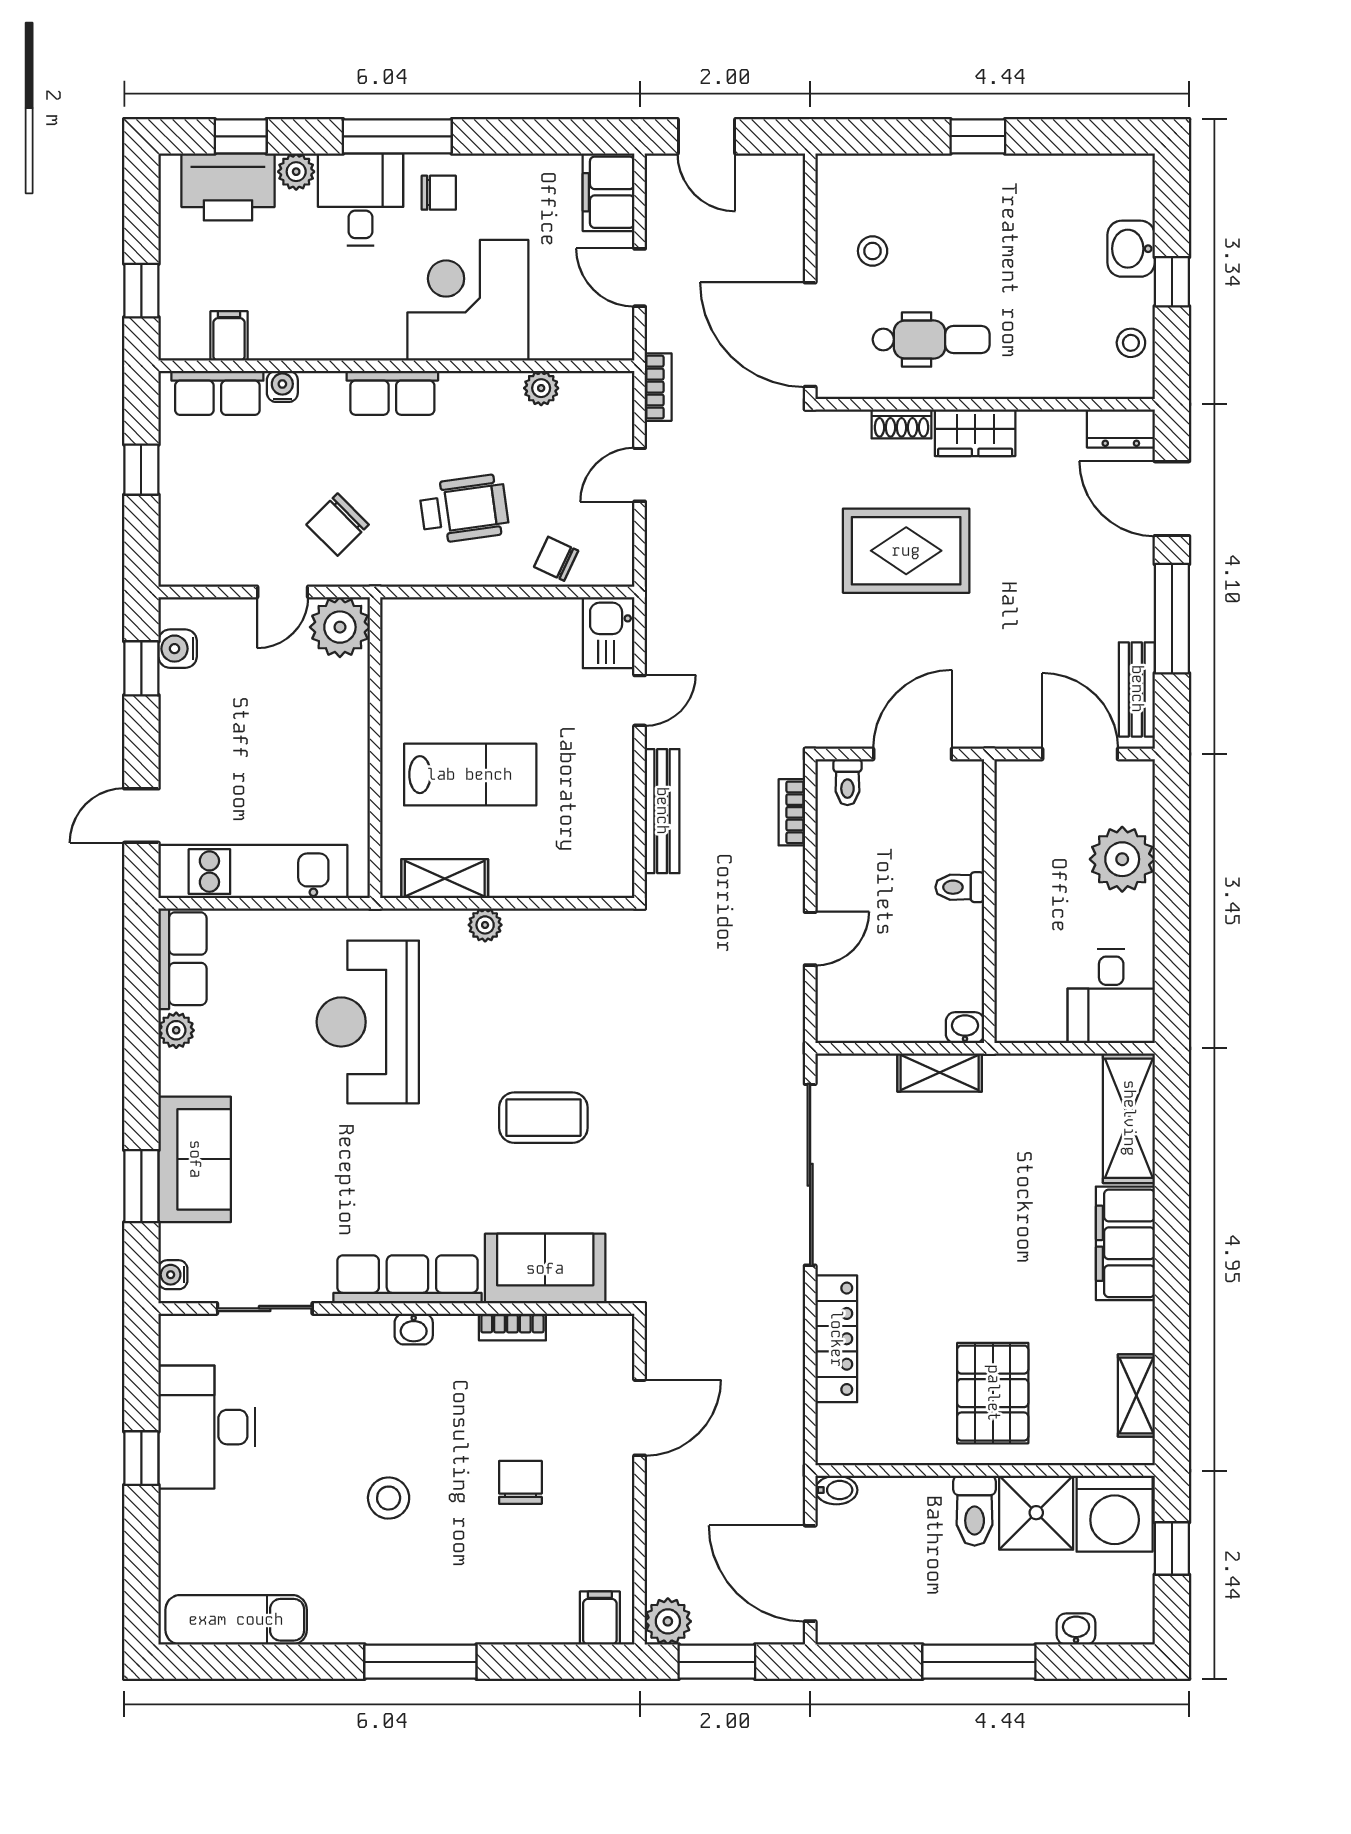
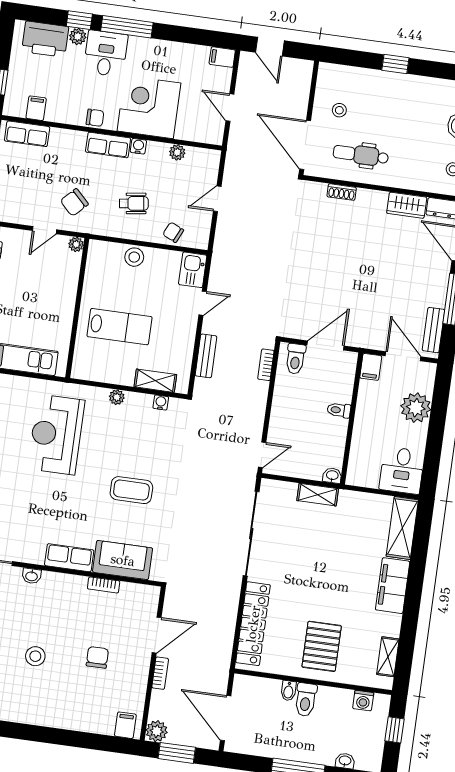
window: (241, 136) -> (79, 20), moved
filing cabinet: (609, 192) -> (222, 57), width x0.50
chair: (439, 193) -> (95, 118), moved
dental chair: (931, 339) -> (361, 155), turned 180
water cooler: (282, 386) -> (138, 146), moved
bookcase: (658, 387) -> (160, 673), moved
wardrobe: (975, 433) -> (407, 205), moved
wheelchair: (464, 509) -> (134, 203), width x0.73, depth x0.73
rug: (906, 551) -> (336, 251), removed
stool: (481, 623) -> (134, 257), added
plant: (340, 627) -> (76, 244), width x0.53, depth x0.53
toilet: (847, 782) -> (295, 359), width x1.37, depth x1.39
filing cabinet: (1015, 786) -> (371, 367), added
bench: (662, 811) -> (206, 356), width x0.73
shelving: (445, 879) -> (155, 381), moved
water cooler: (580, 923) -> (161, 403), added
door: (810, 939) -> (262, 455), moved
row of seats: (407, 1279) -> (69, 558), width x0.68
washbasin: (414, 1329) -> (32, 576), moved
locker: (836, 1339) -> (253, 624), width x1.41, depth x1.21
bidet: (836, 1490) -> (288, 691), moved, turned 90
shower: (1036, 1513) -> (334, 705), removed
washing machine: (1115, 1514) -> (363, 701), width x0.53, depth x0.53
window: (420, 1662) -> (40, 734), removed

